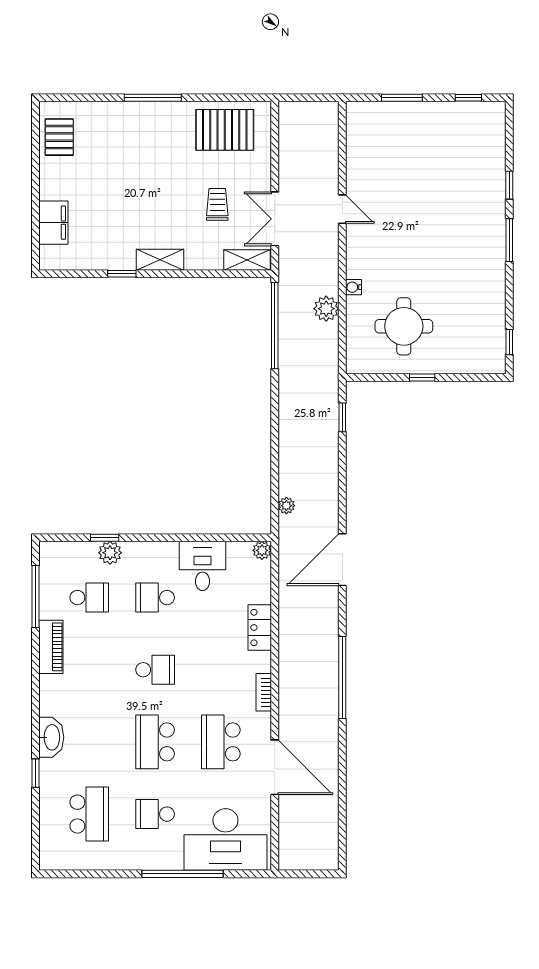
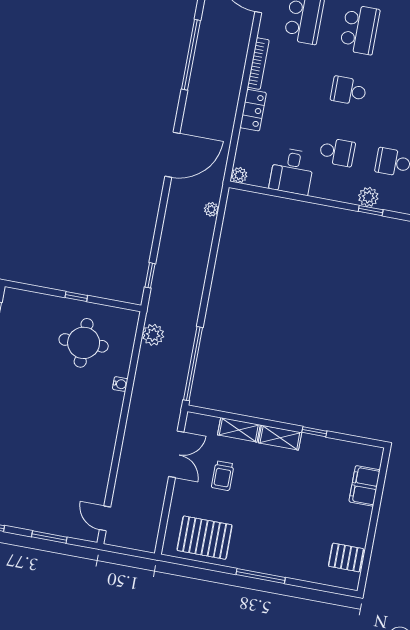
pallet: (59, 137) -> (346, 557), turned 90
door: (342, 209) -> (105, 518), moved
shelving: (247, 260) -> (239, 430), moved
plant: (326, 309) -> (153, 335), moved
bookcase: (264, 692) -> (258, 64), width x1.56

